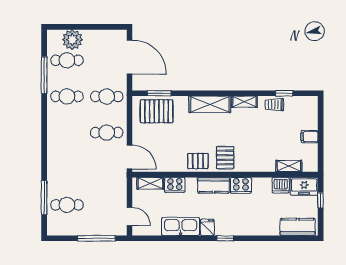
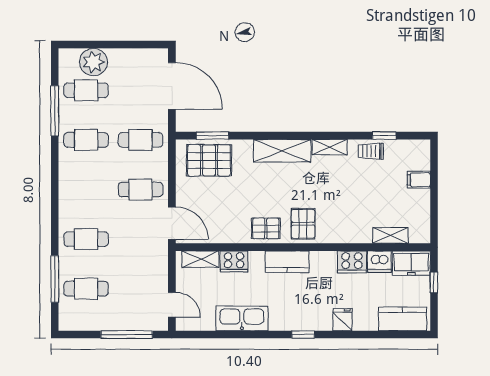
filing cabinet: (309, 137) -> (419, 180), moved
cafe table: (67, 169) -> (86, 239), added
cooker: (241, 185) -> (352, 262), moved
fridge: (207, 227) -> (342, 320), moved

